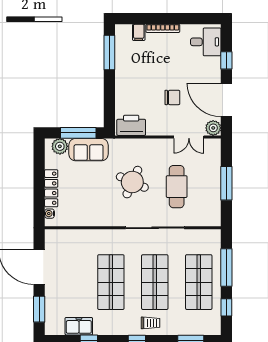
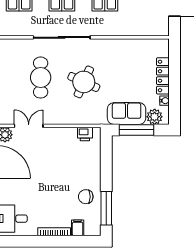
chair: (172, 97) -> (86, 197), moved
printer: (131, 125) -> (85, 134), width x0.53, depth x0.68
water cooler: (50, 214) -> (165, 101), moved

